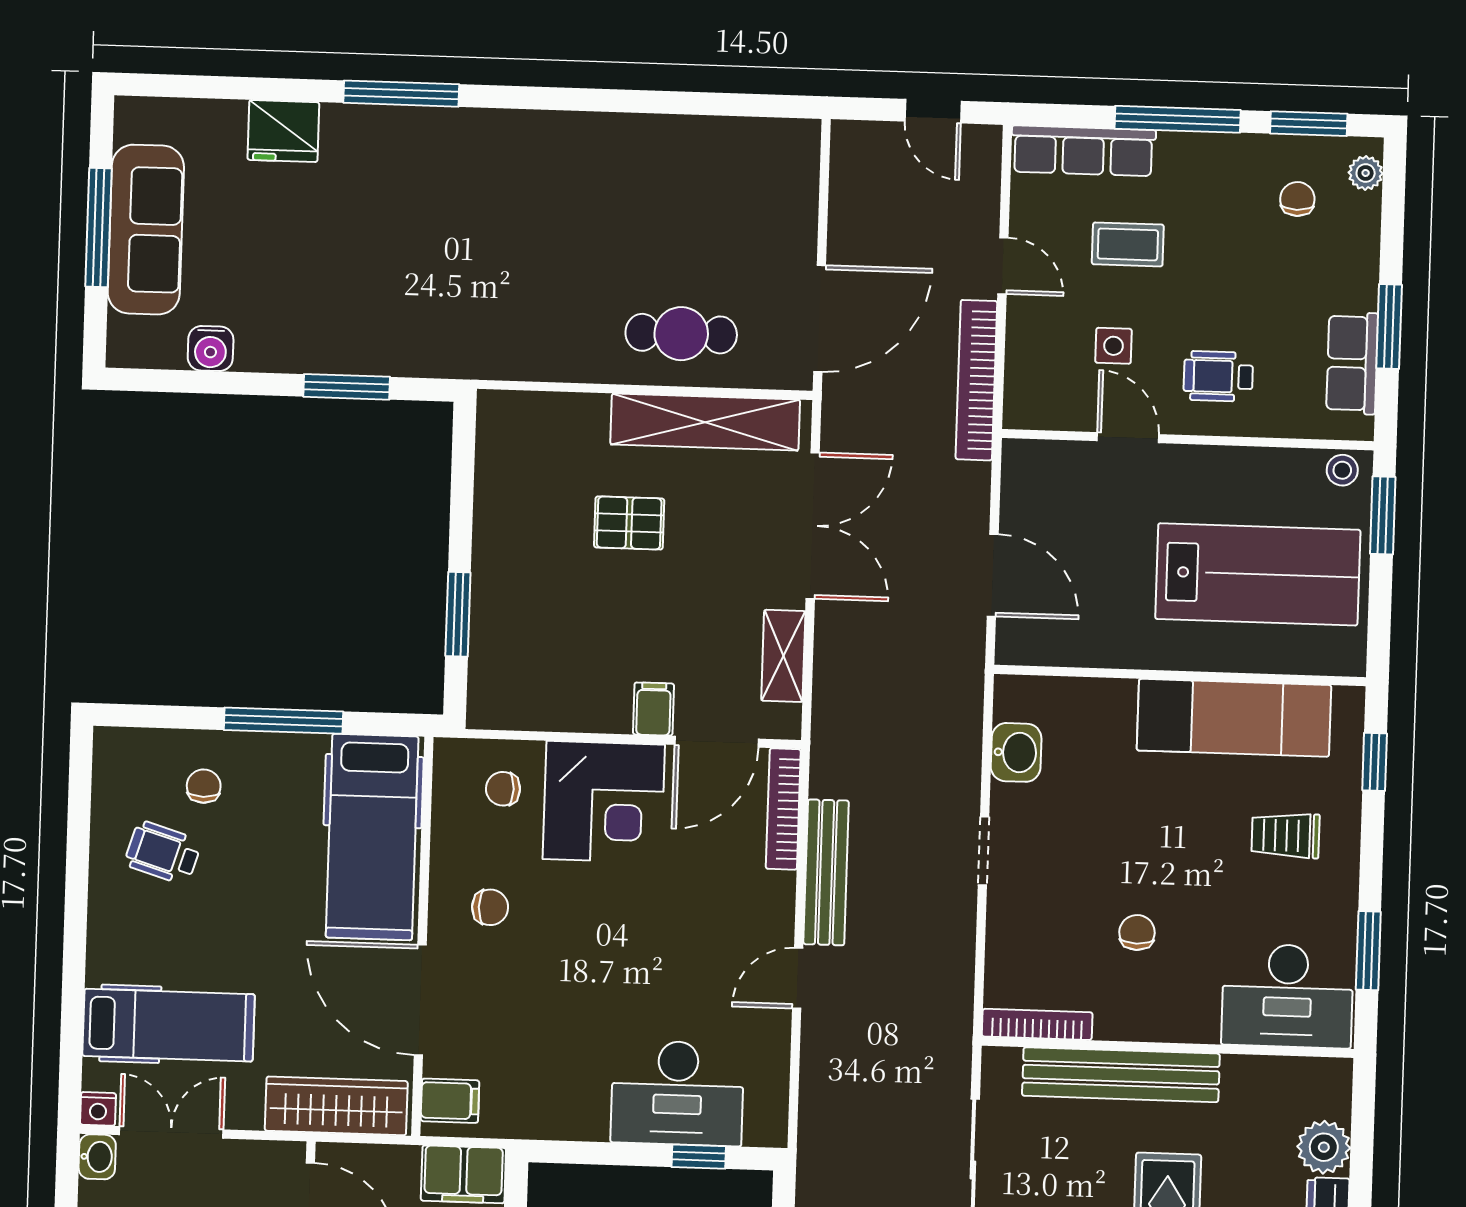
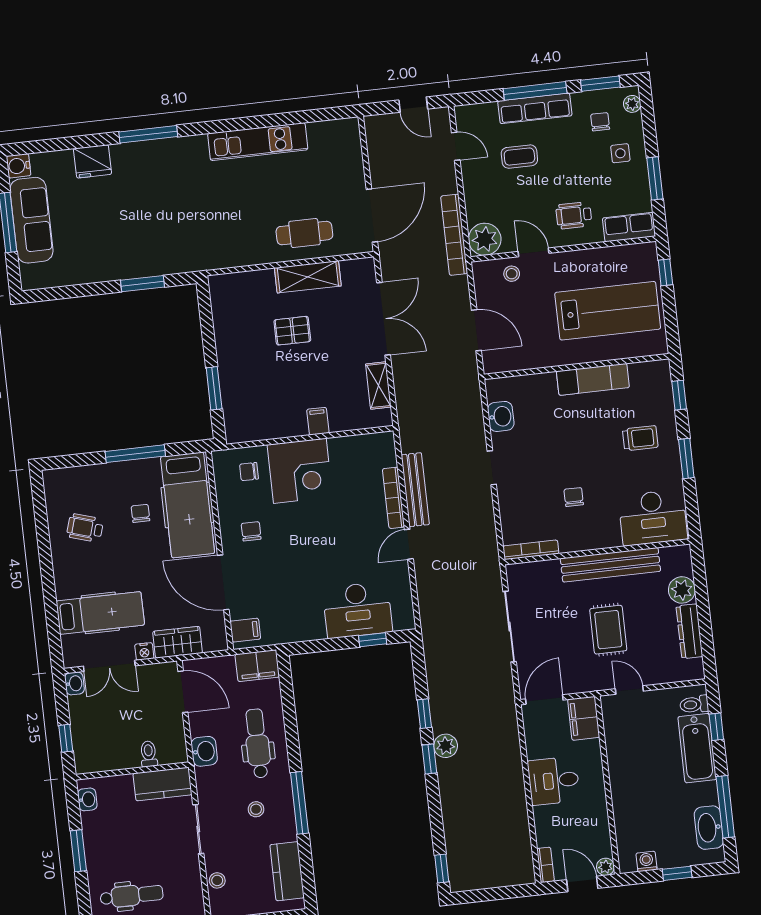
kitchen unit: (615, 140) -> (258, 142), added
row of seats: (1083, 151) -> (535, 108), moved
door: (1003, 266) -> (456, 146), moved
side table: (1114, 346) -> (620, 153), moved
water cooler: (211, 348) -> (19, 166), moved, turned 90
row of seats: (1352, 363) -> (629, 227), moved, turned 90
plant: (1035, 398) -> (485, 239), added
shelving: (705, 422) -> (308, 277), width x0.68
stool: (1342, 470) -> (512, 274), moved
window: (1383, 515) -> (665, 272), width x0.67
exam couch: (1234, 718) -> (593, 379), width x0.73, depth x0.69
door: (717, 742) -> (351, 433), removed
chair: (204, 786) -> (140, 513), moved
bookcase: (783, 809) -> (394, 498), moved
trolley: (1285, 835) -> (640, 438), turned 180
chair: (490, 907) -> (251, 531), turned -90
window: (1368, 951) -> (686, 459), moved
bench: (1121, 1075) -> (610, 565), moved
wardrobe: (336, 1106) -> (178, 642), width x0.67
nightstand: (98, 1109) -> (144, 651), moved
double door: (171, 1132) -> (109, 666), swing flipped

